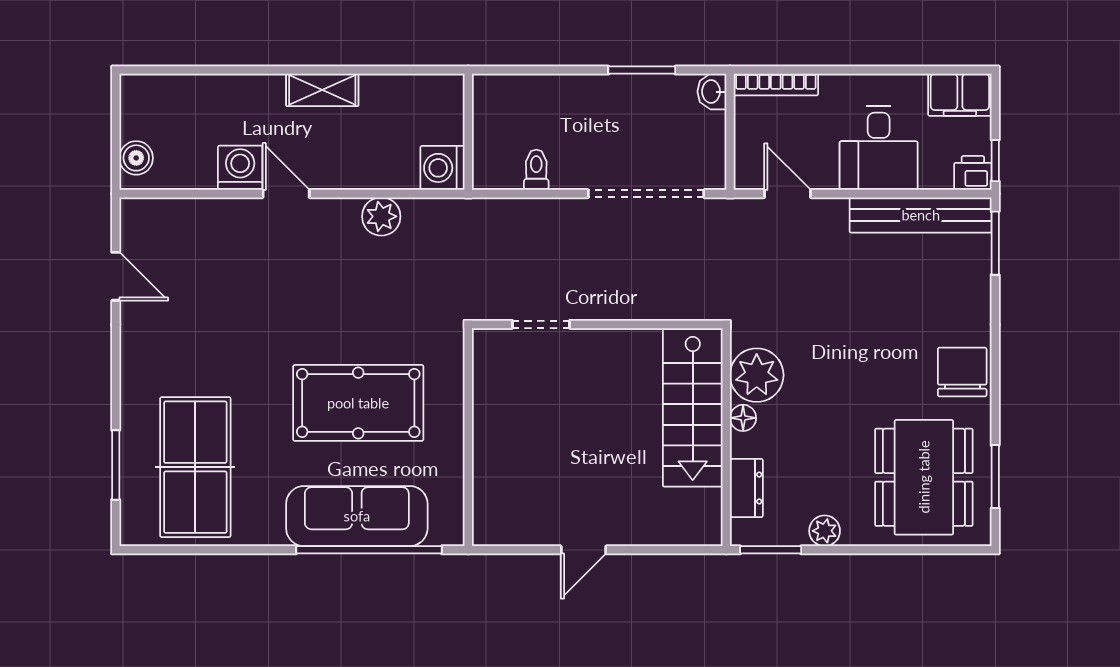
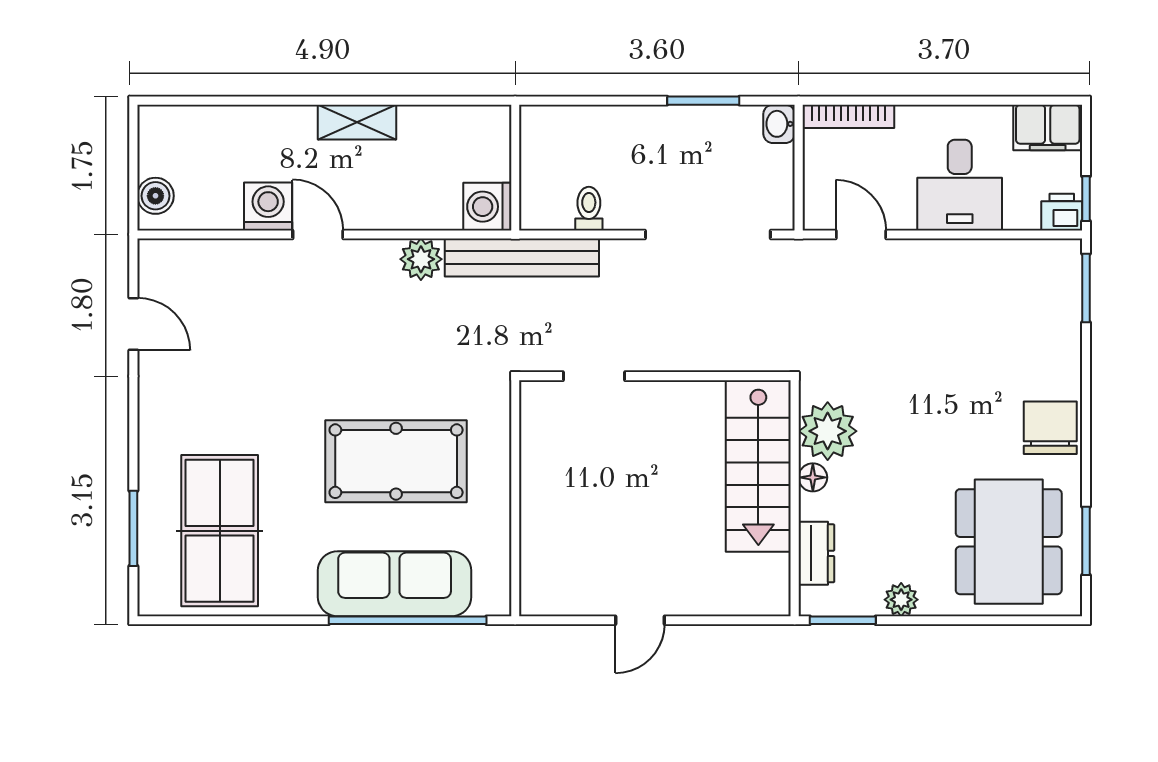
bench: (921, 215) -> (522, 258), moved

